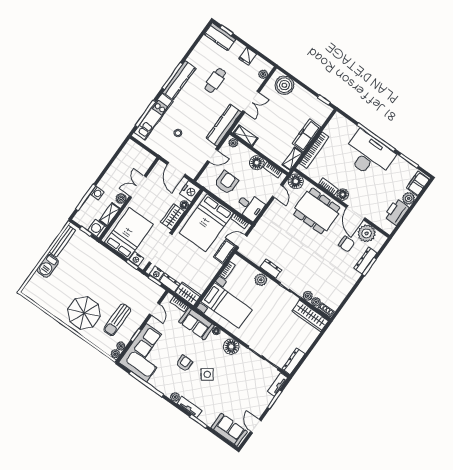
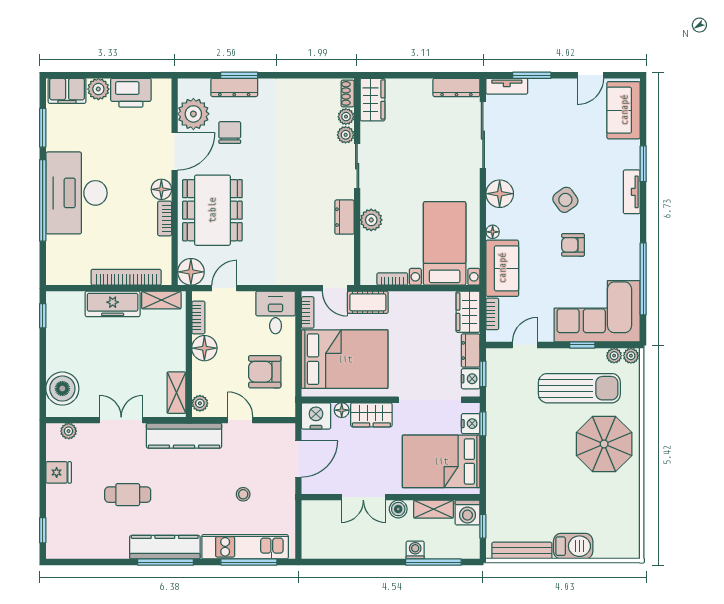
kitchen counter: (220, 37) -> (59, 533), removed
wardrobe: (310, 316) -> (373, 100), width x0.67
sun lounger: (117, 320) -> (579, 388), width x1.36, depth x1.34
plant: (175, 397) -> (632, 223), removed

